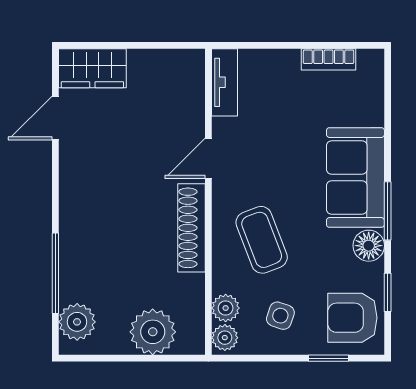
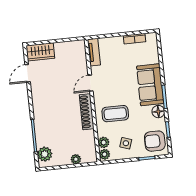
coffee table: (262, 240) -> (115, 114), turned -69
plant: (153, 332) -> (76, 159), width x0.53, depth x0.53

